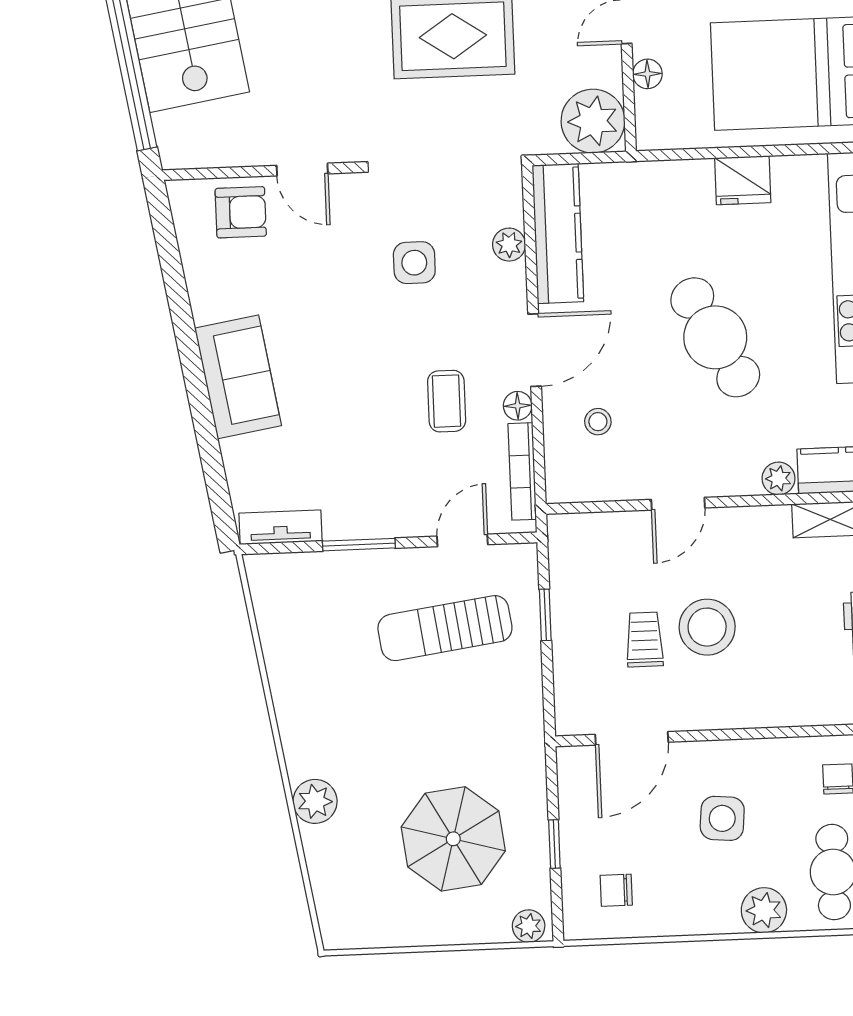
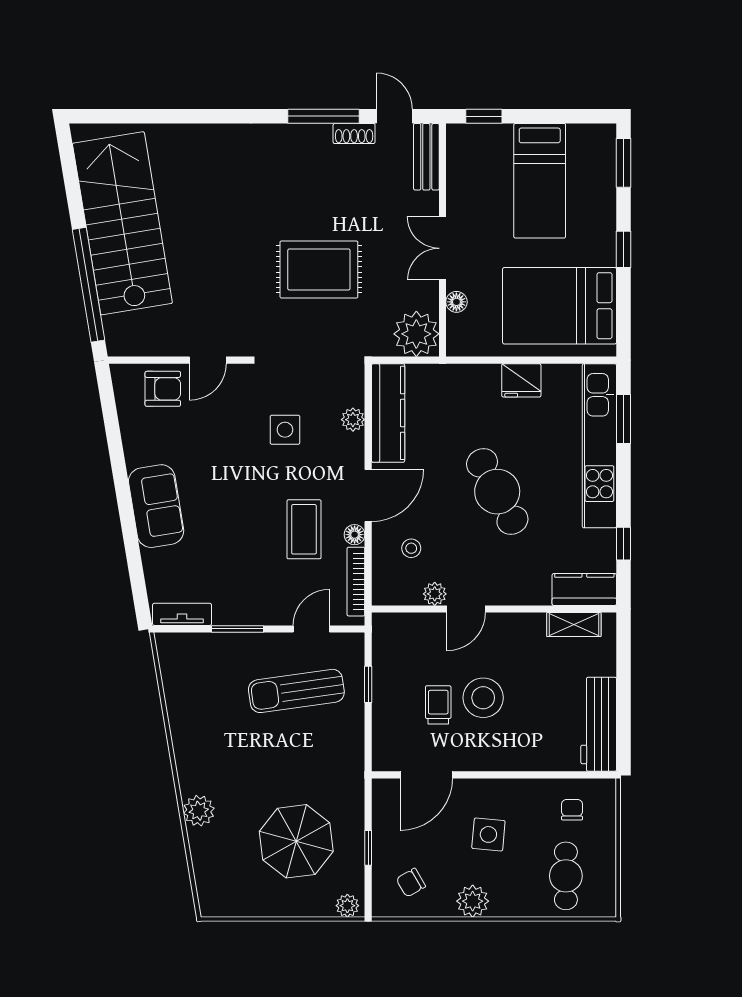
door: (302, 170) -> (208, 360), hinge flipped
coffee table: (447, 401) -> (304, 529), width x1.36, depth x1.30
plant: (778, 478) -> (435, 594), moved
chair: (616, 890) -> (411, 883), turned -30
plant: (764, 910) -> (473, 901), moved

